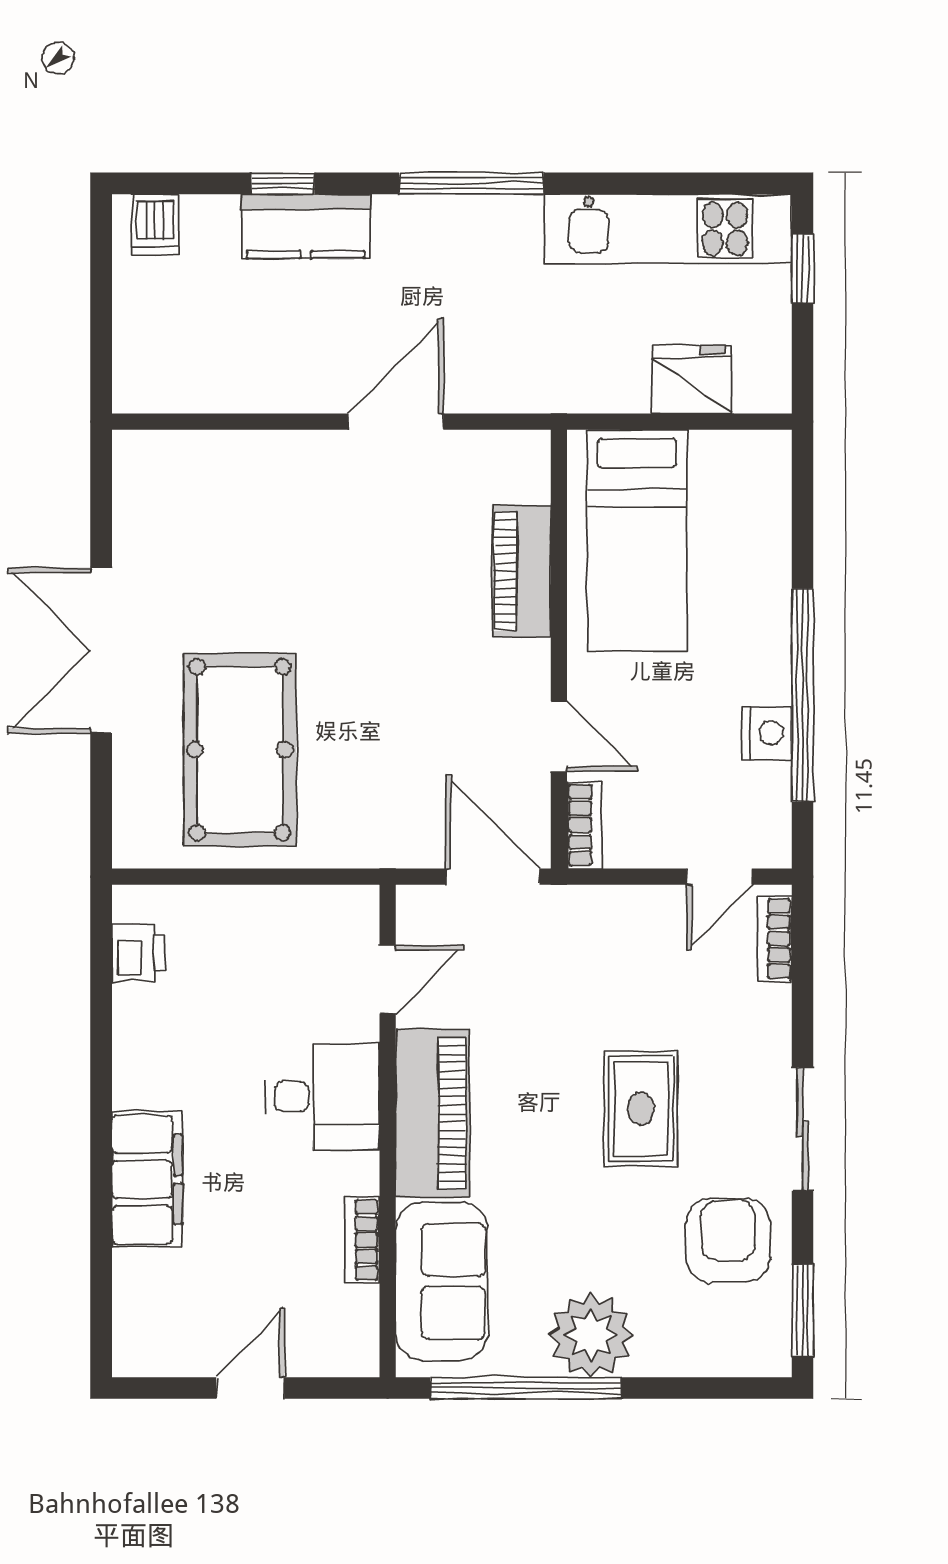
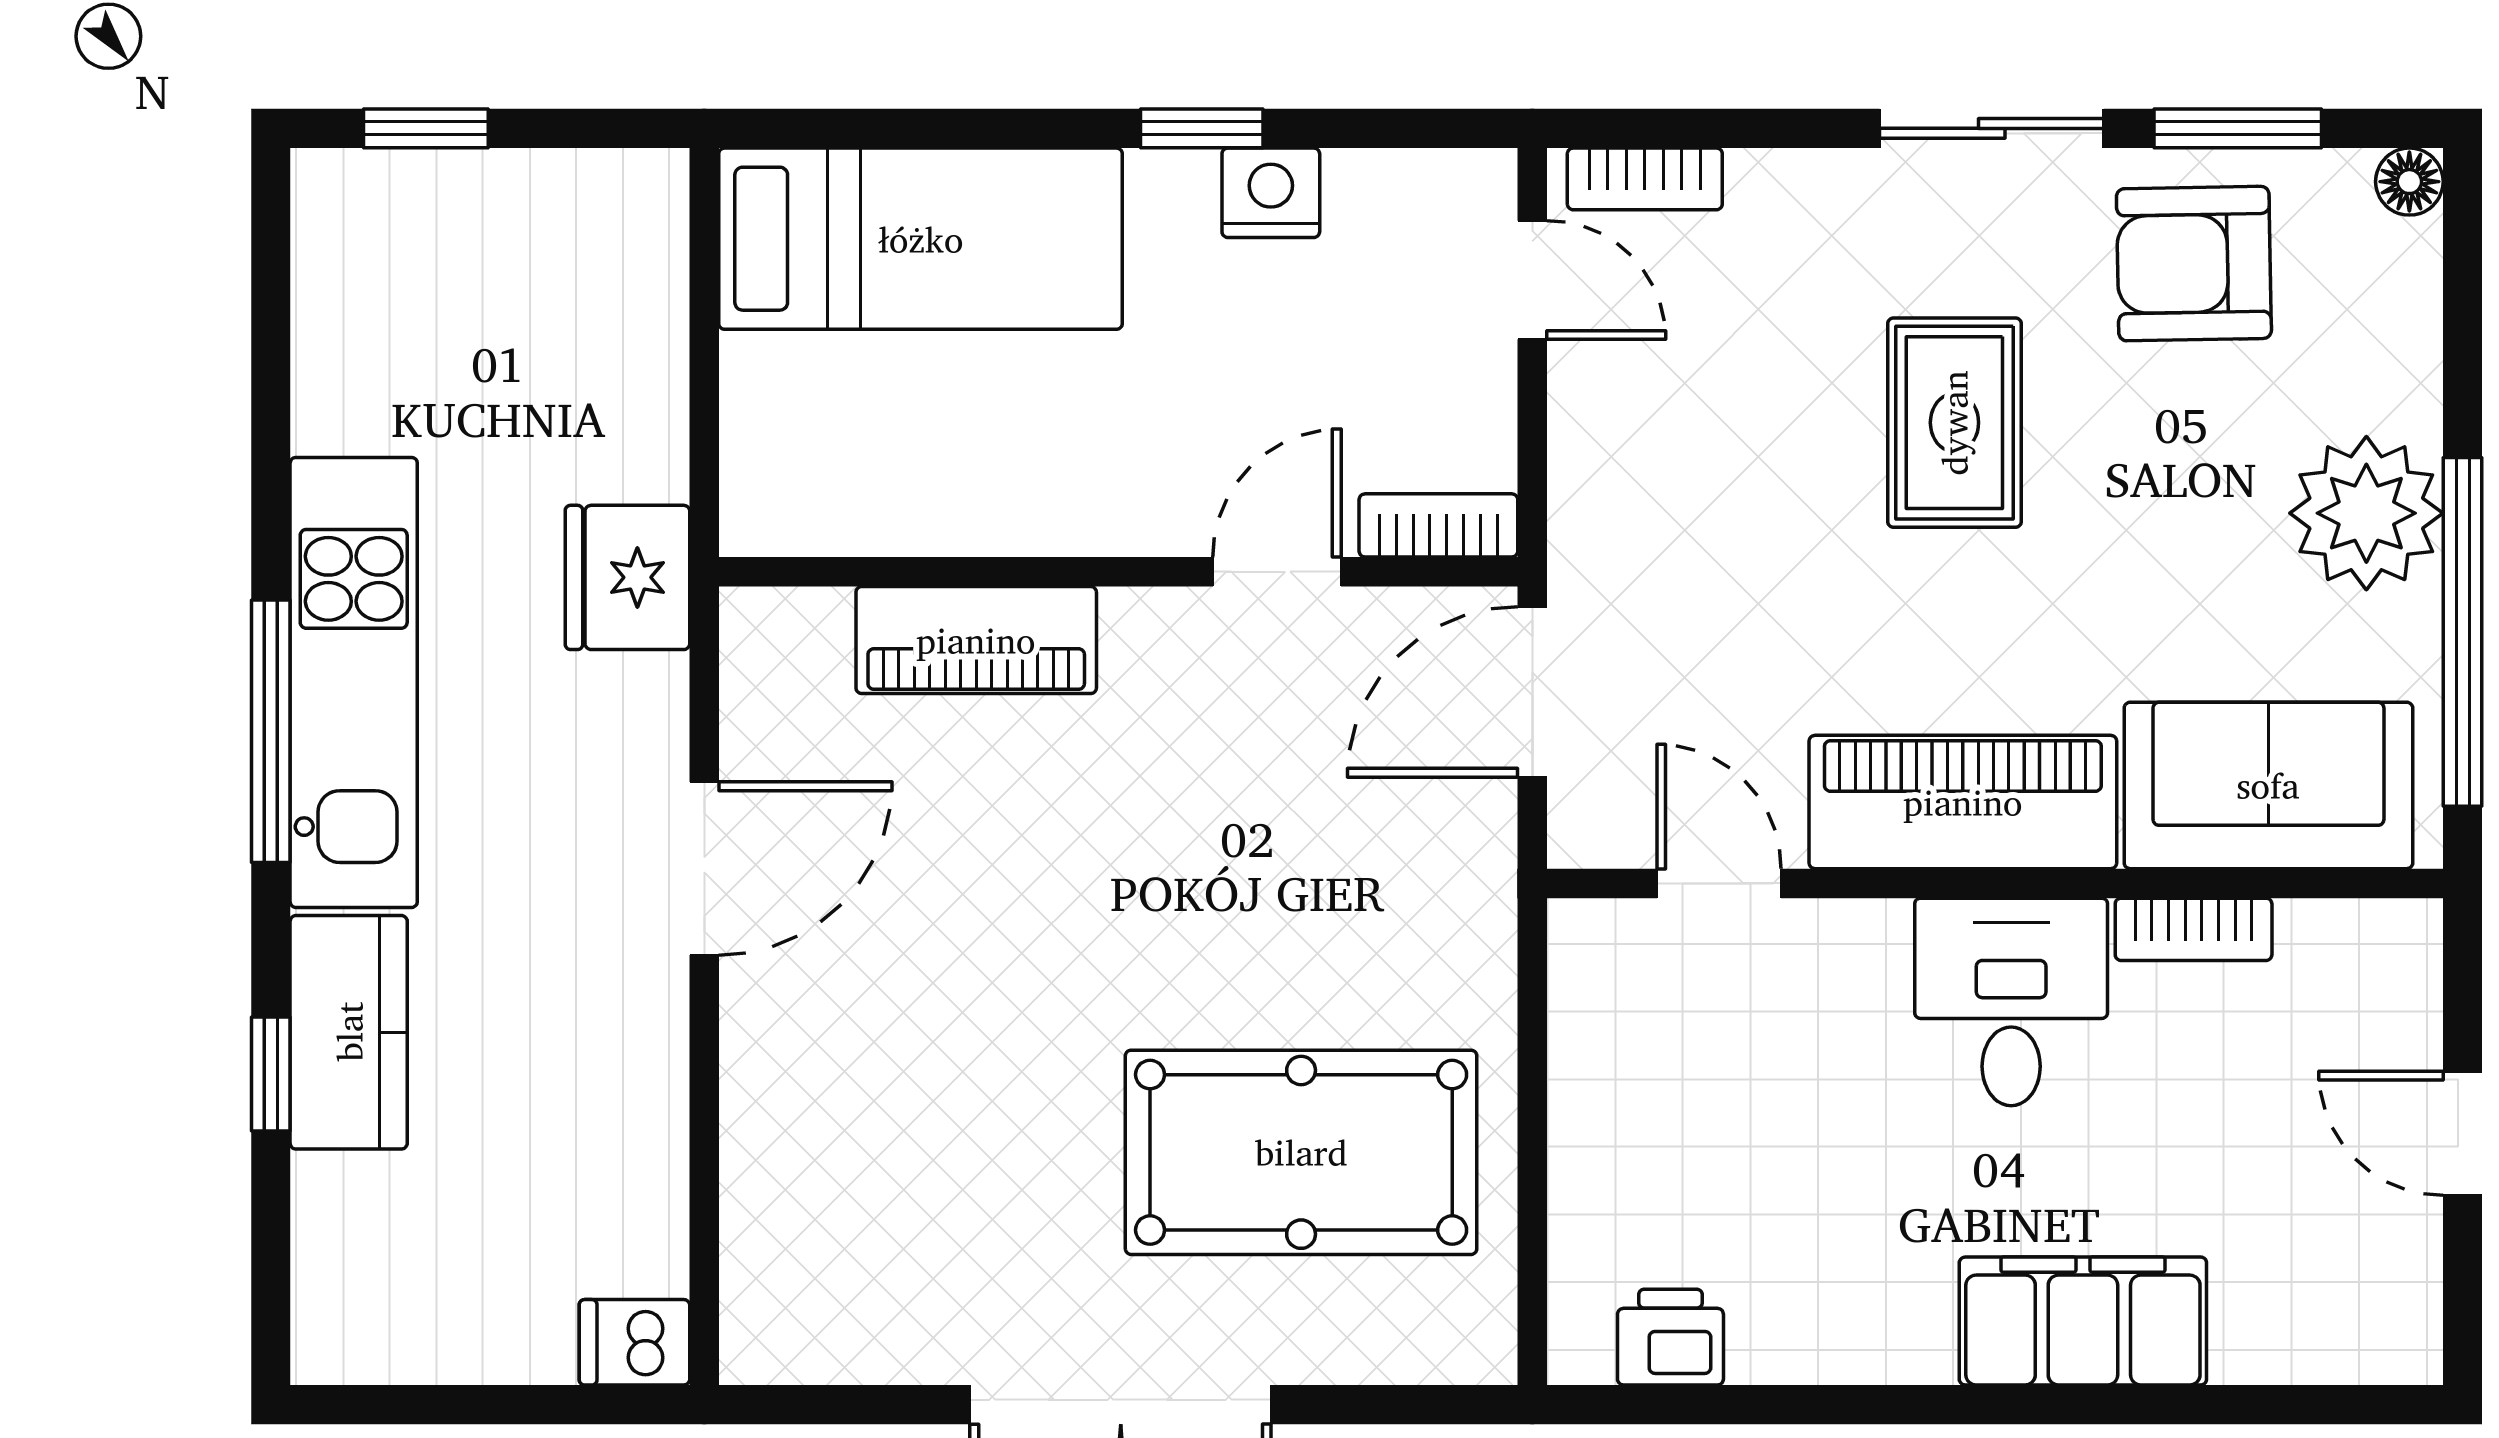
dishwasher: (155, 224) -> (634, 1342), moved, turned 180
kitchen unit: (668, 229) -> (354, 682), moved
fridge: (692, 379) -> (627, 577), moved
door: (396, 422) -> (704, 868), swing flipped
bed: (637, 540) -> (921, 239), moved
window: (803, 695) -> (1202, 128), width x0.32
desk: (322, 1097) -> (2011, 1002), moved
rug: (641, 1109) -> (1954, 423), turned 90
window: (803, 1311) -> (2238, 128), moved
floor lamp: (773, 1359) -> (2409, 182), added

